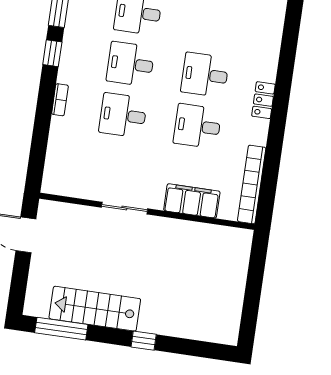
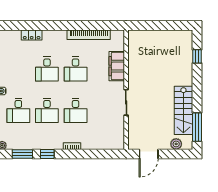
locker: (263, 100) -> (32, 35), moved
bookcase: (252, 184) -> (89, 35), moved
plant: (37, 287) -> (176, 144), added
window: (144, 341) -> (197, 56), moved

